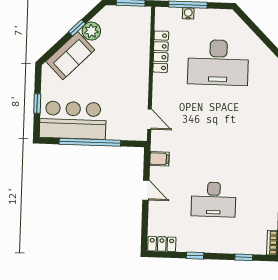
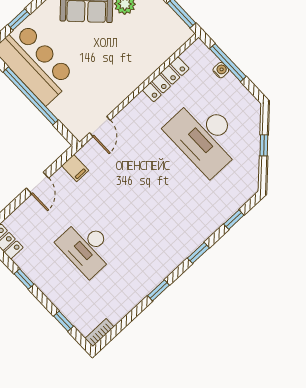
window: (259, 33) -> (264, 145), added

